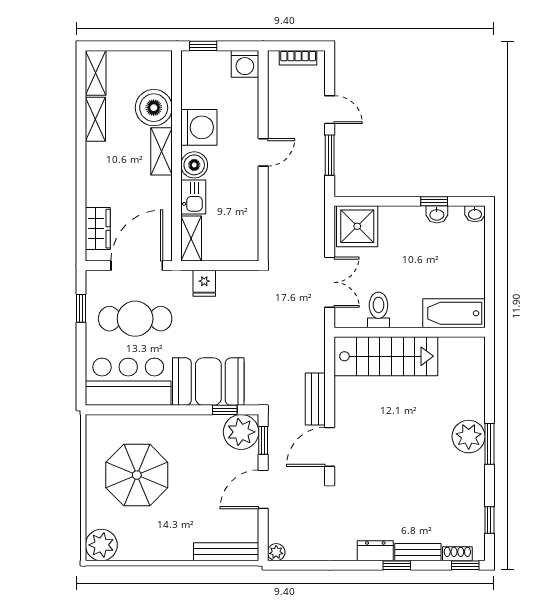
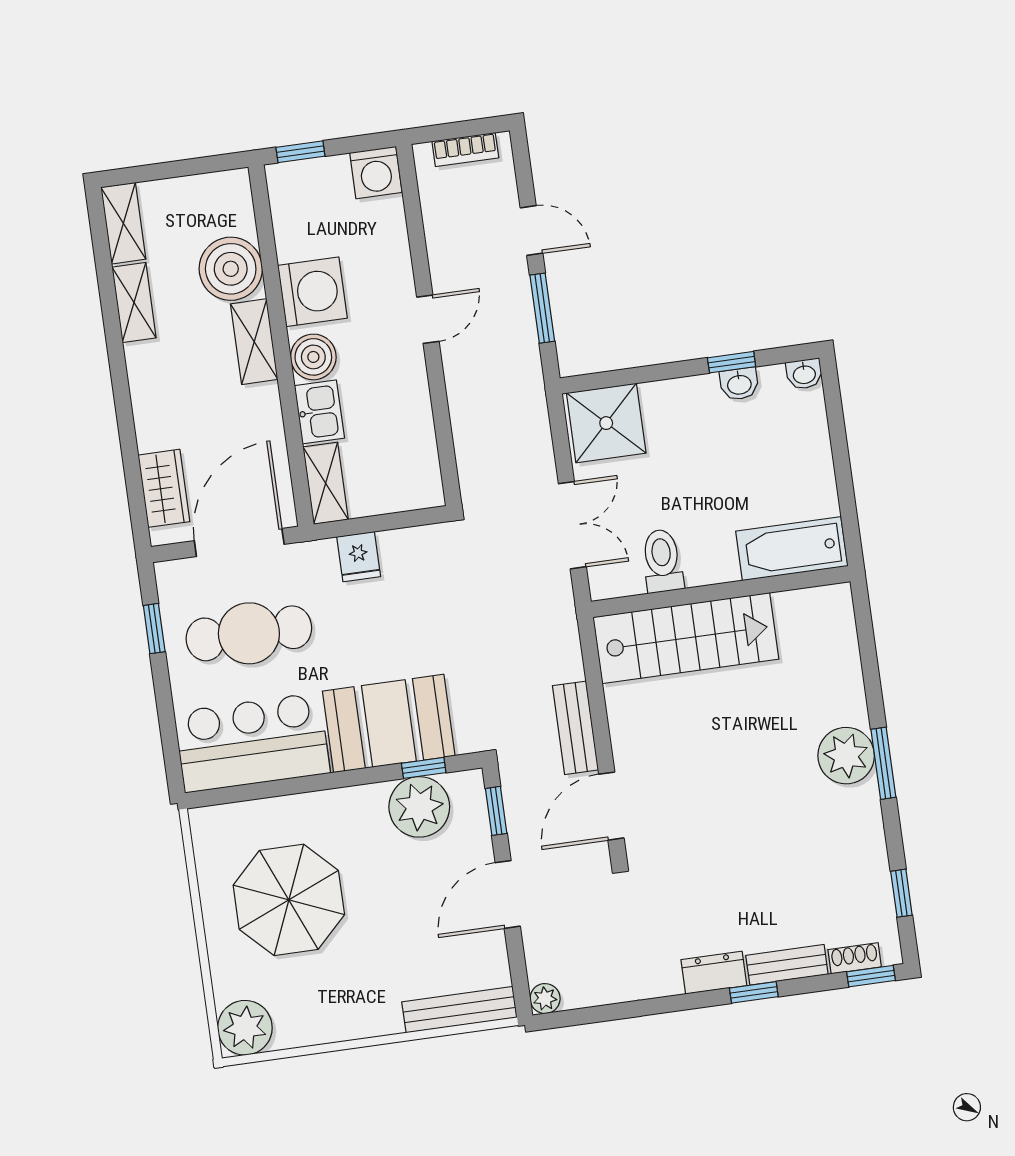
plant: (241, 432) -> (419, 807), moved

